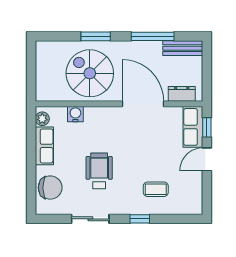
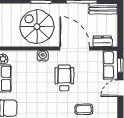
water cooler: (75, 114) -> (43, 56), moved
wheelchair: (99, 171) -> (64, 78), moved

